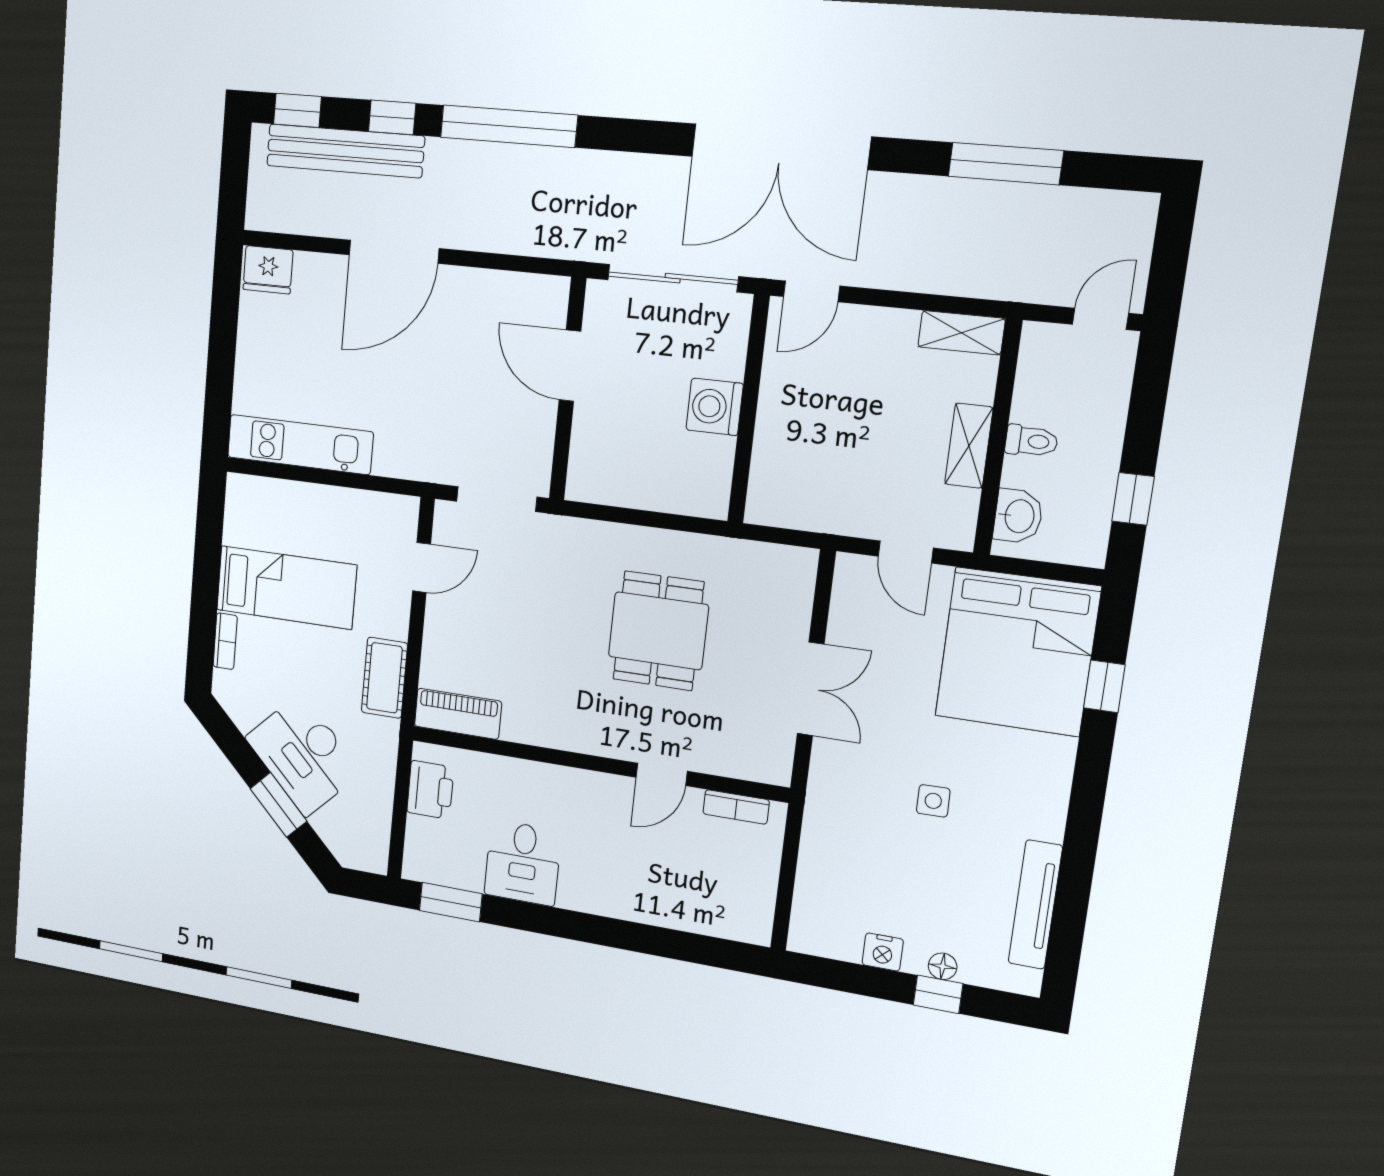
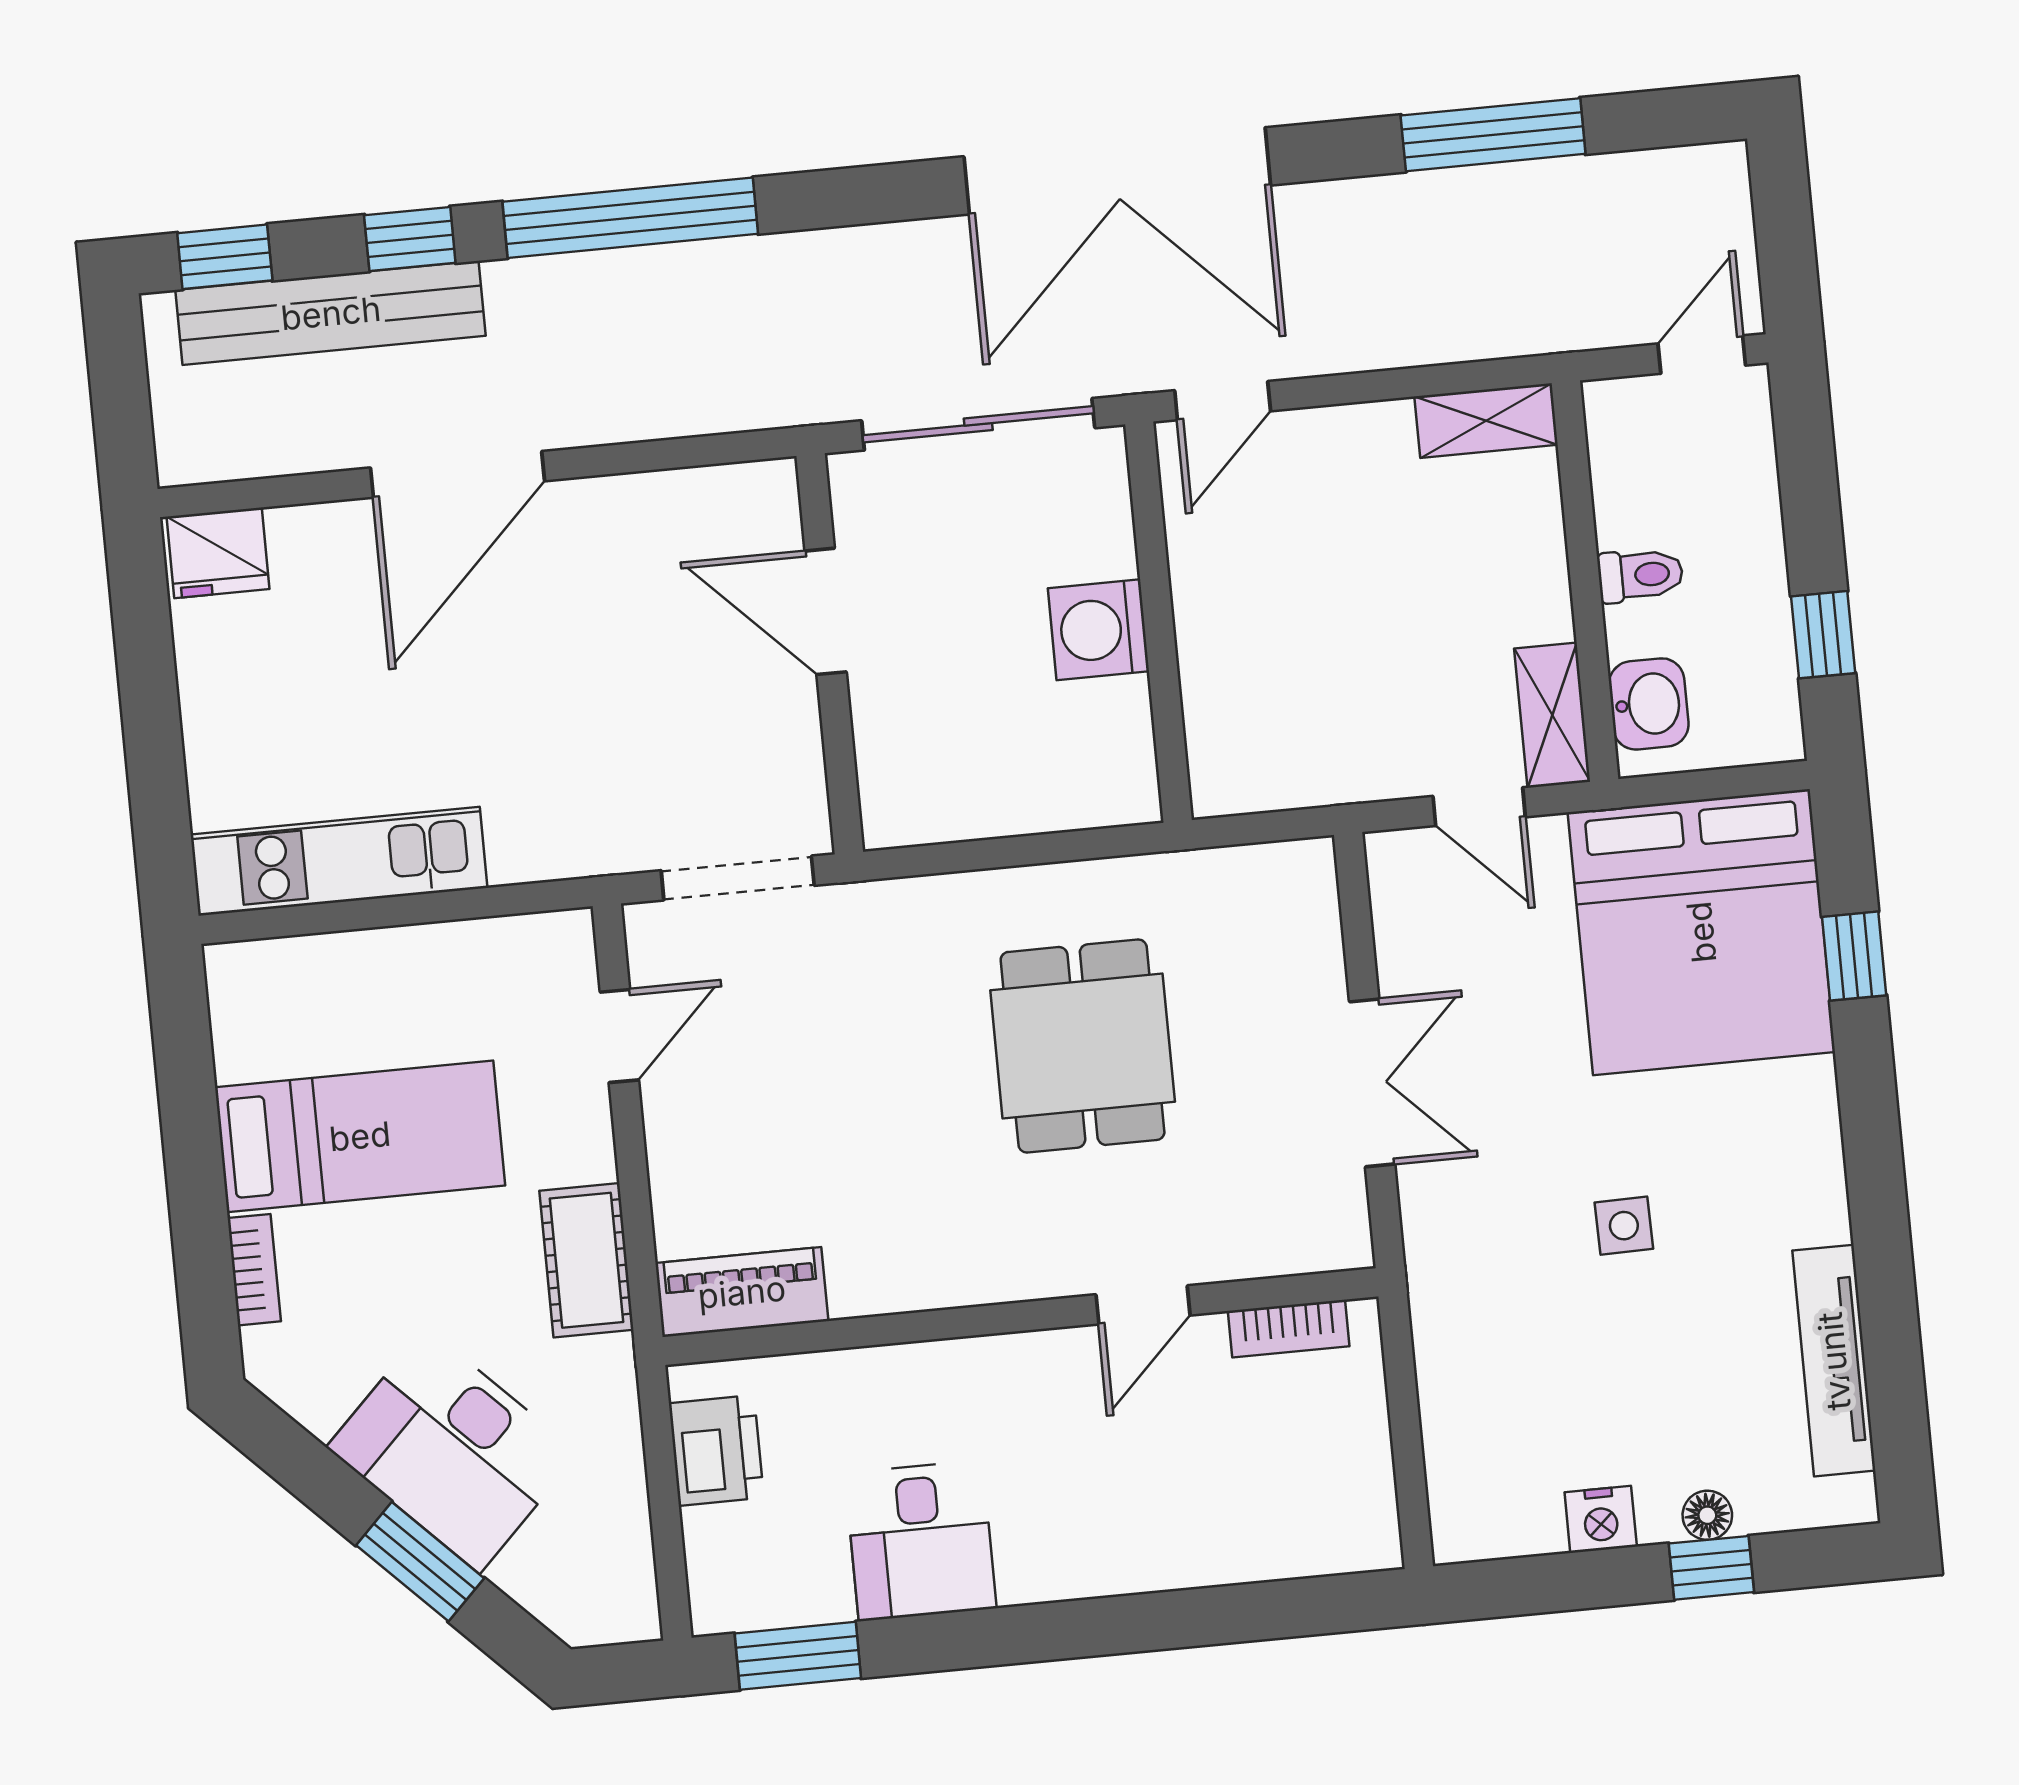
shelving: (969, 446) -> (1552, 715), moved

